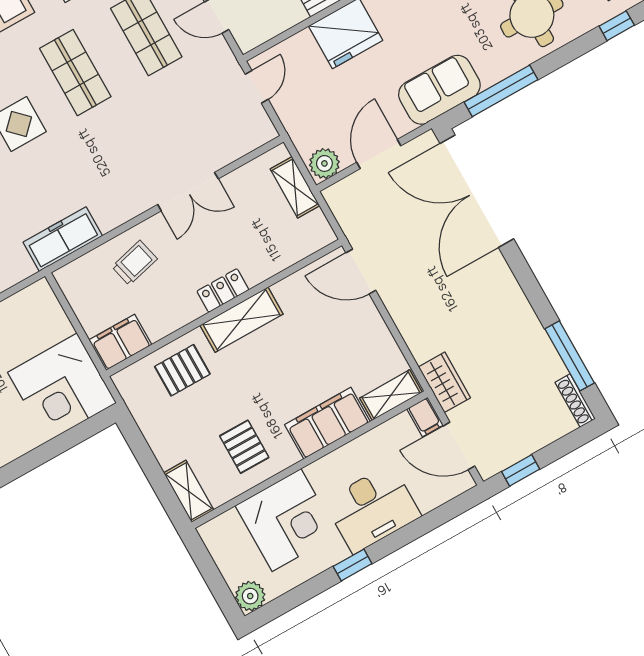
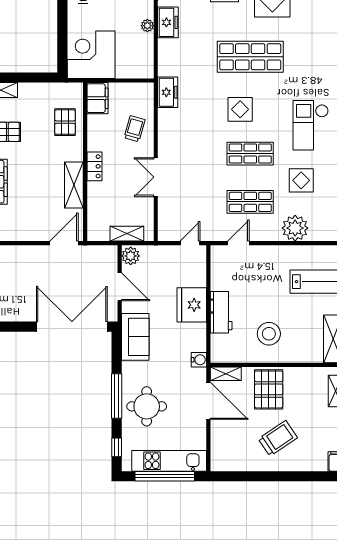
door: (257, 87) -> (190, 243), swing flipped
window: (501, 91) -> (117, 396), moved
freezer: (63, 239) -> (168, 92), width x0.71
trolley: (135, 263) -> (134, 129), turned -150
shelving: (242, 320) -> (74, 185), moved

